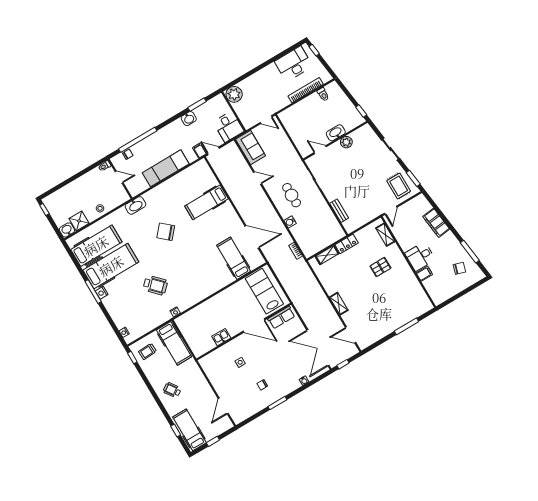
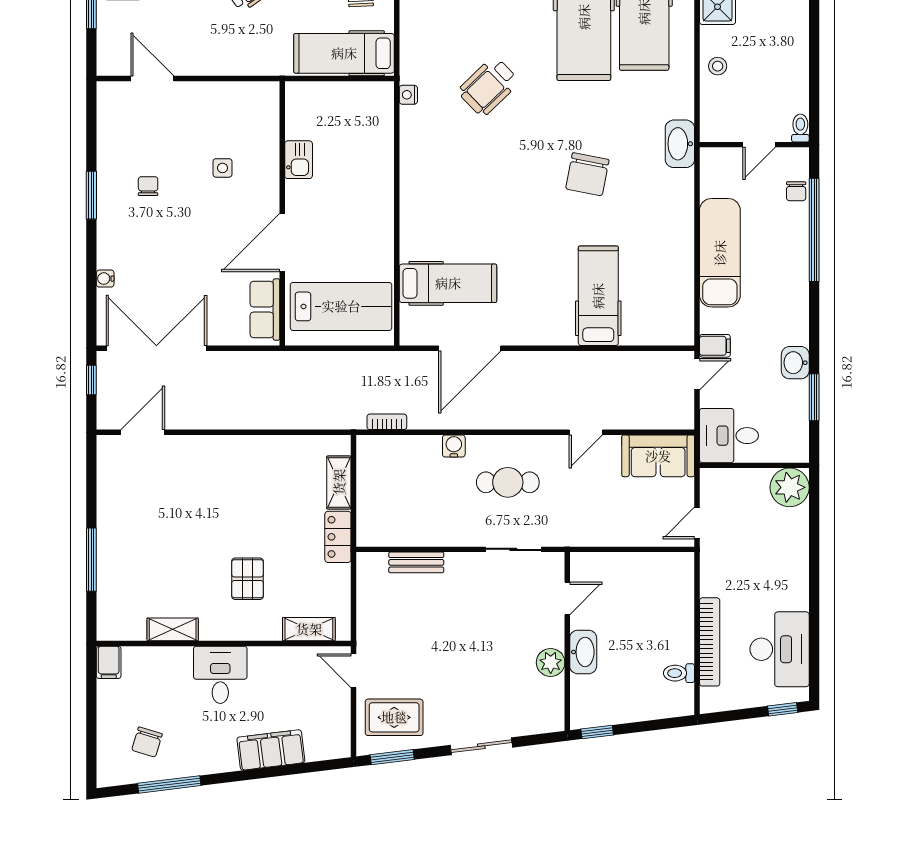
chair: (166, 232) -> (587, 174), turned 150
filing cabinet: (424, 274) -> (109, 662), moved
shelving: (339, 304) -> (173, 629), moved

